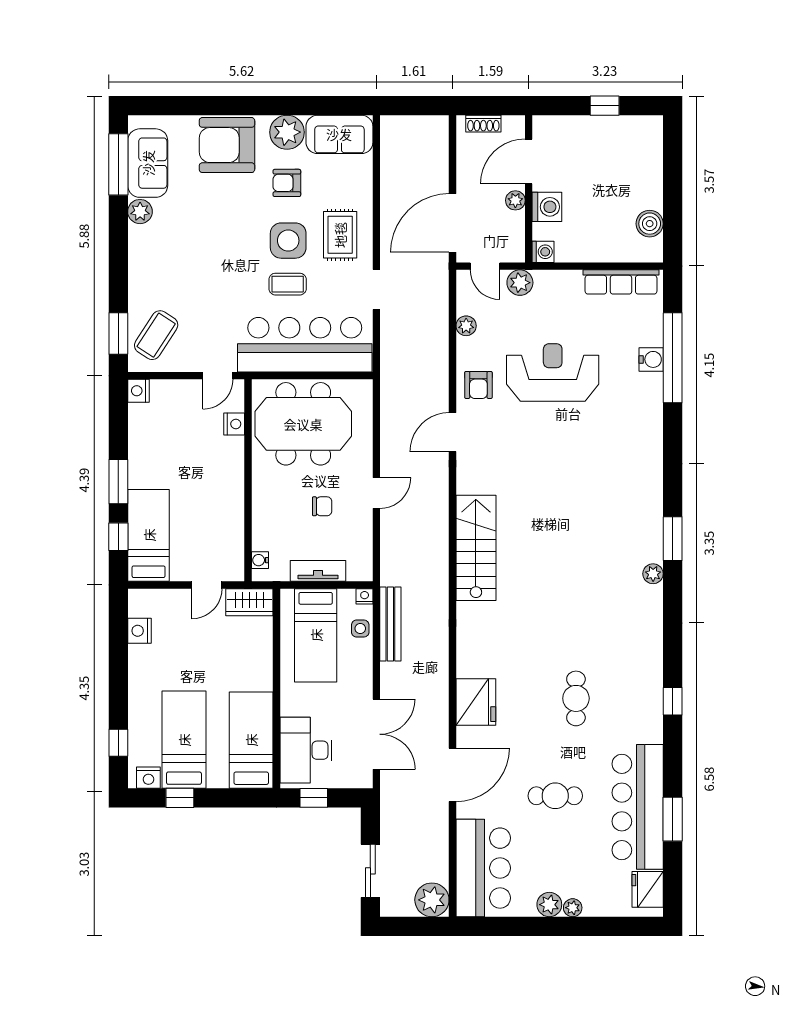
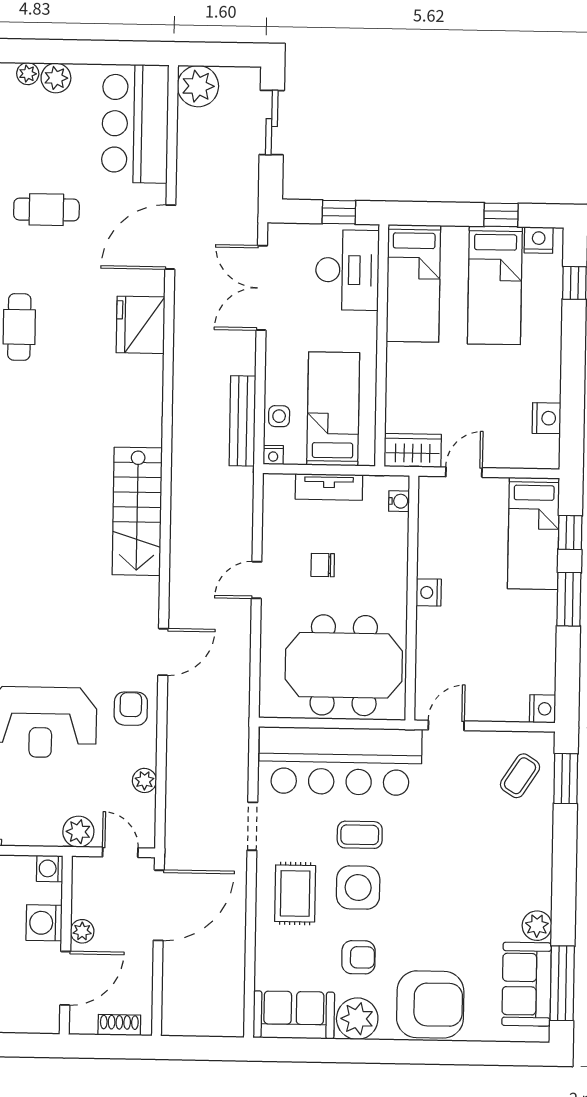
coffee table: (156, 335) -> (520, 776), width x0.73, depth x0.77
nightstand: (234, 424) -> (429, 592), moved

